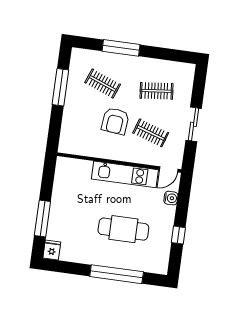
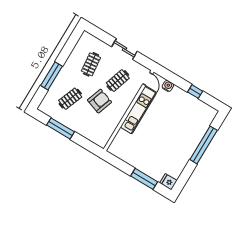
armchair: (115, 121) -> (99, 101), turned -77
cafe table: (123, 229) -> (175, 127), removed

